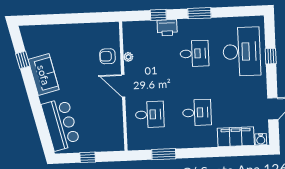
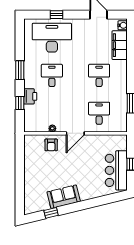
bar counter: (61, 124) -> (116, 170), moved, turned -76

